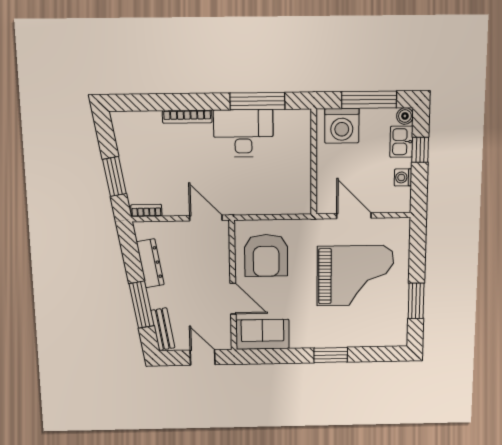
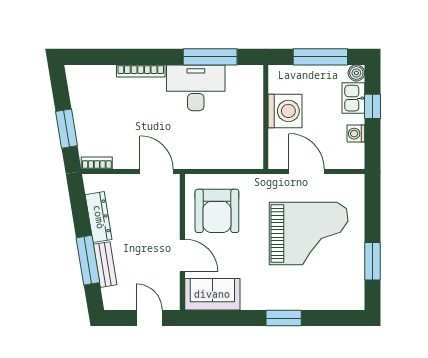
washing machine: (342, 126) -> (285, 111), moved, turned -90
bench: (163, 329) -> (105, 265), moved

